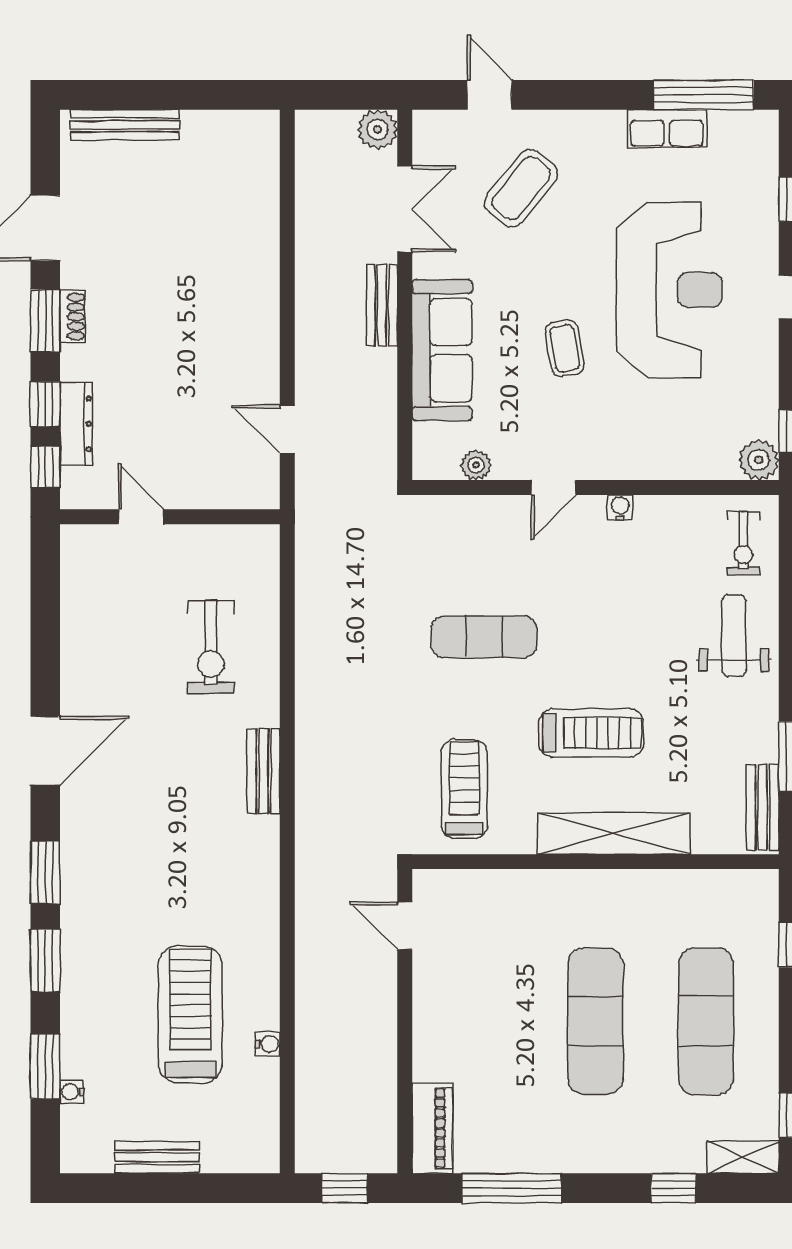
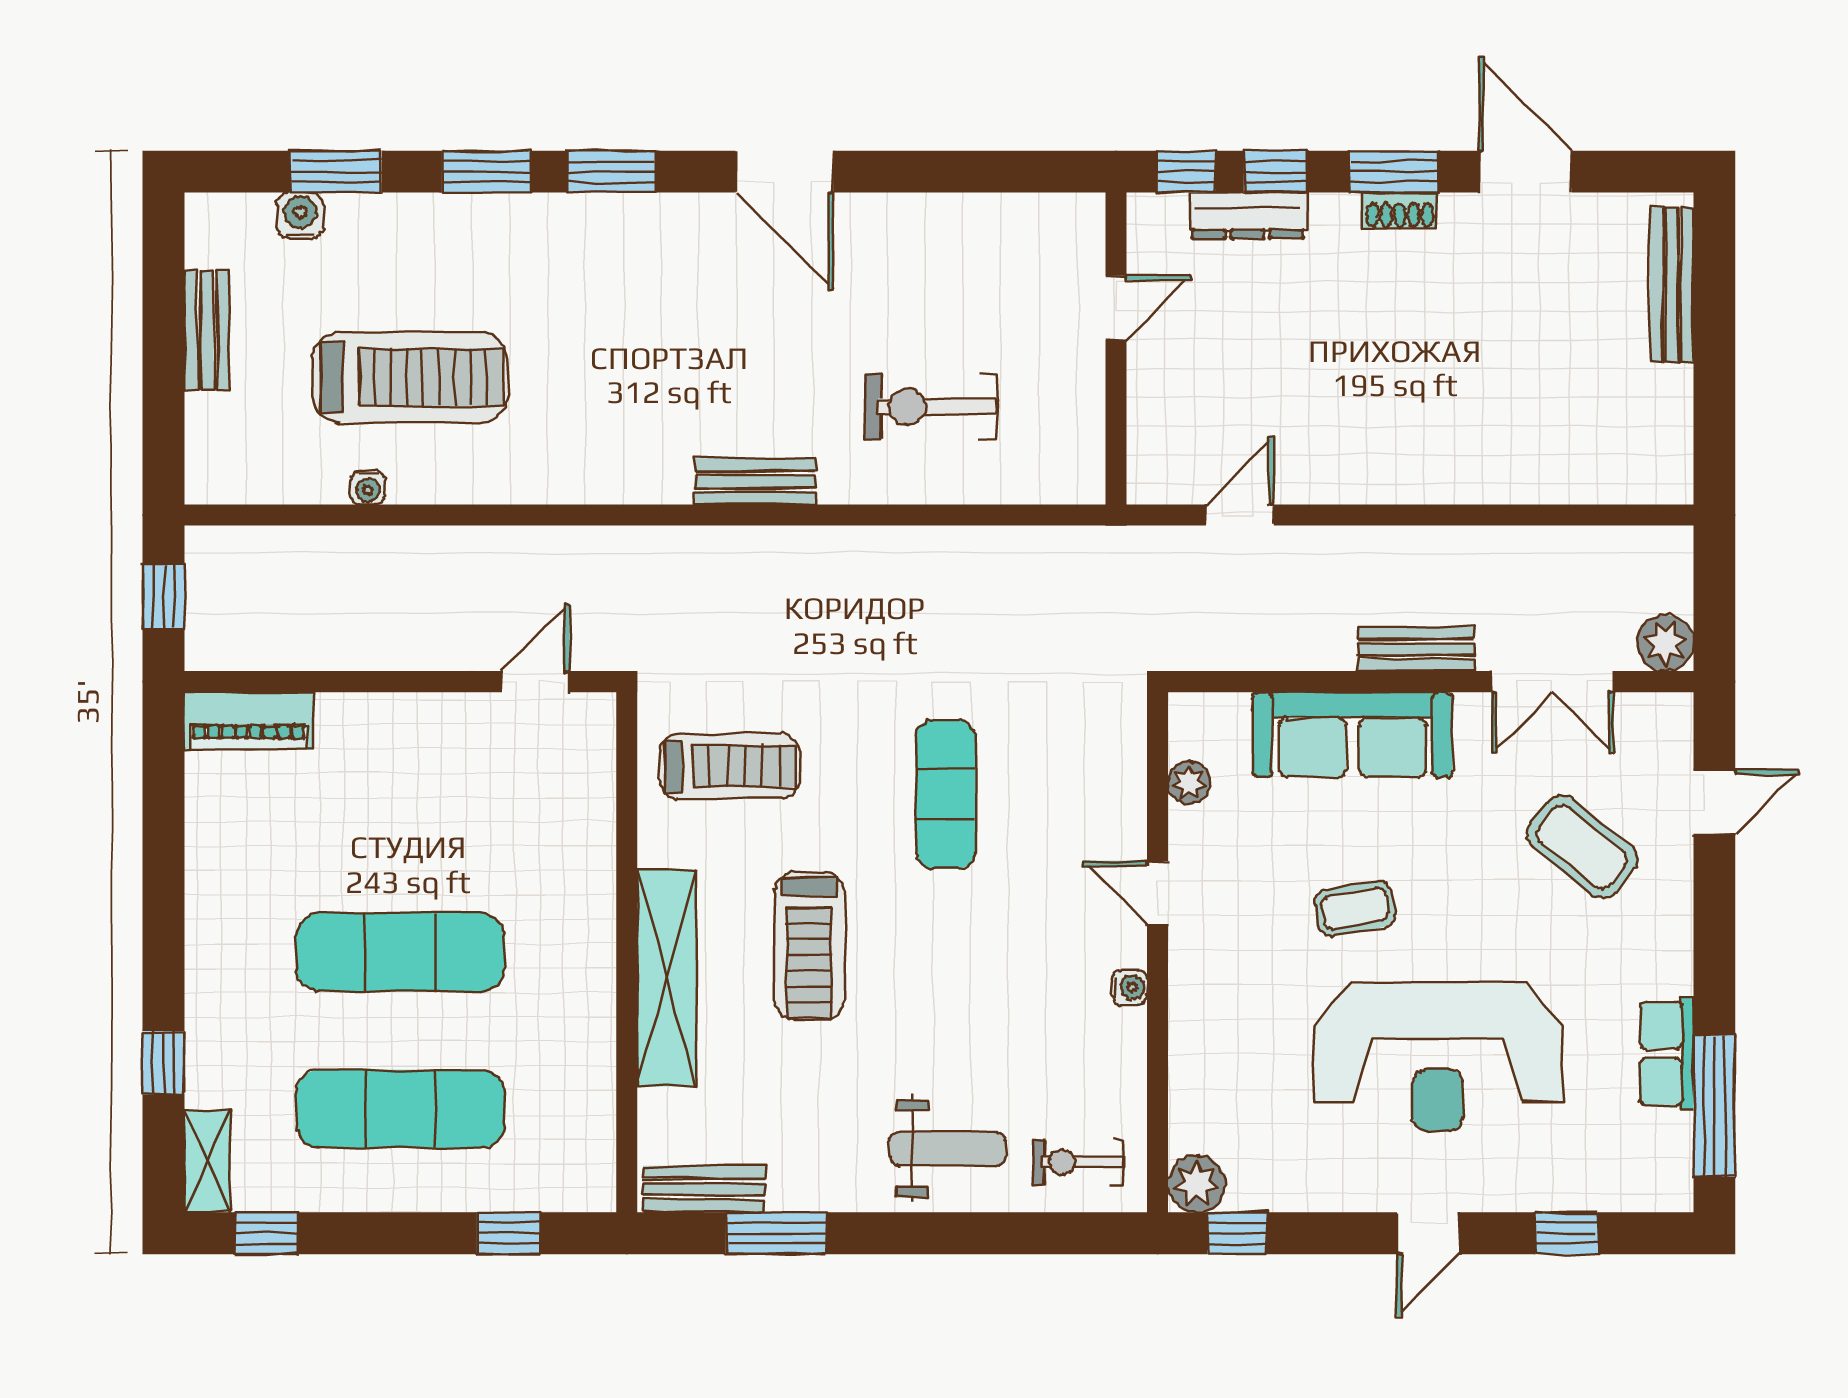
water cooler: (72, 1092) -> (300, 216), width x1.38, depth x1.38
window: (512, 1188) -> (164, 833), removed

